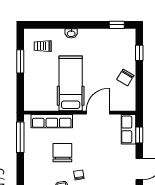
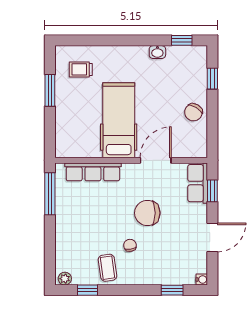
washbasin: (71, 33) -> (157, 52), moved
chair: (62, 153) -> (147, 213), moved, turned -90

